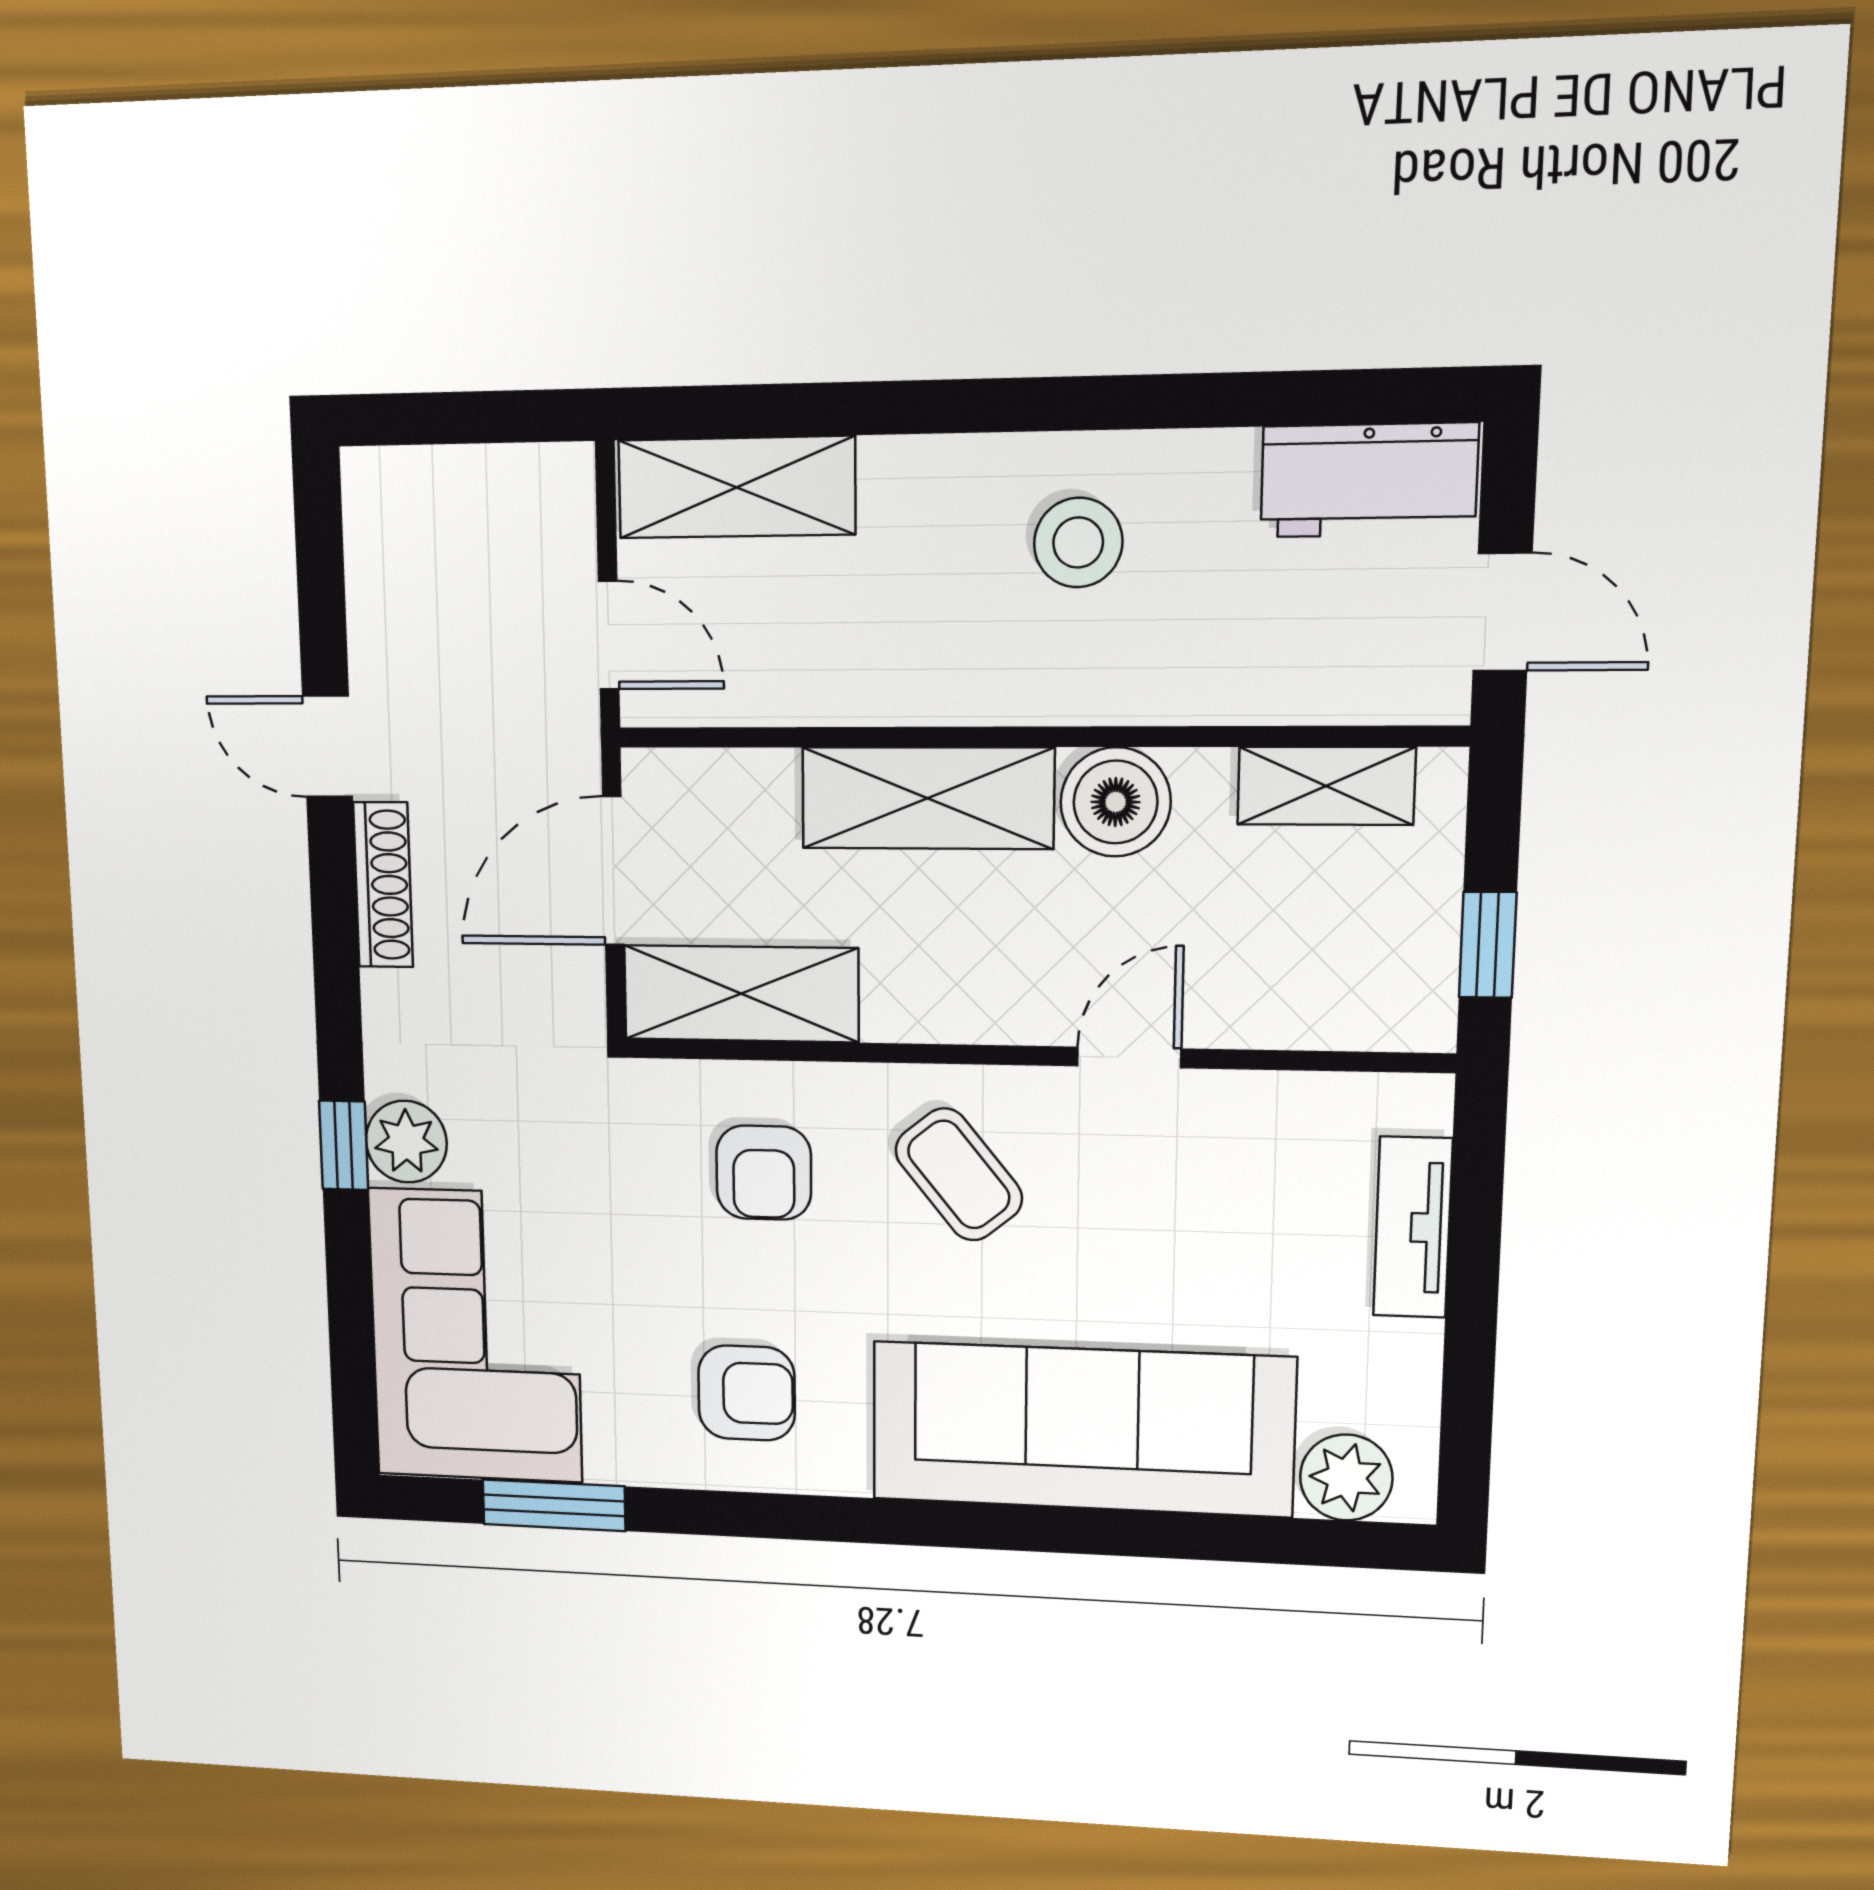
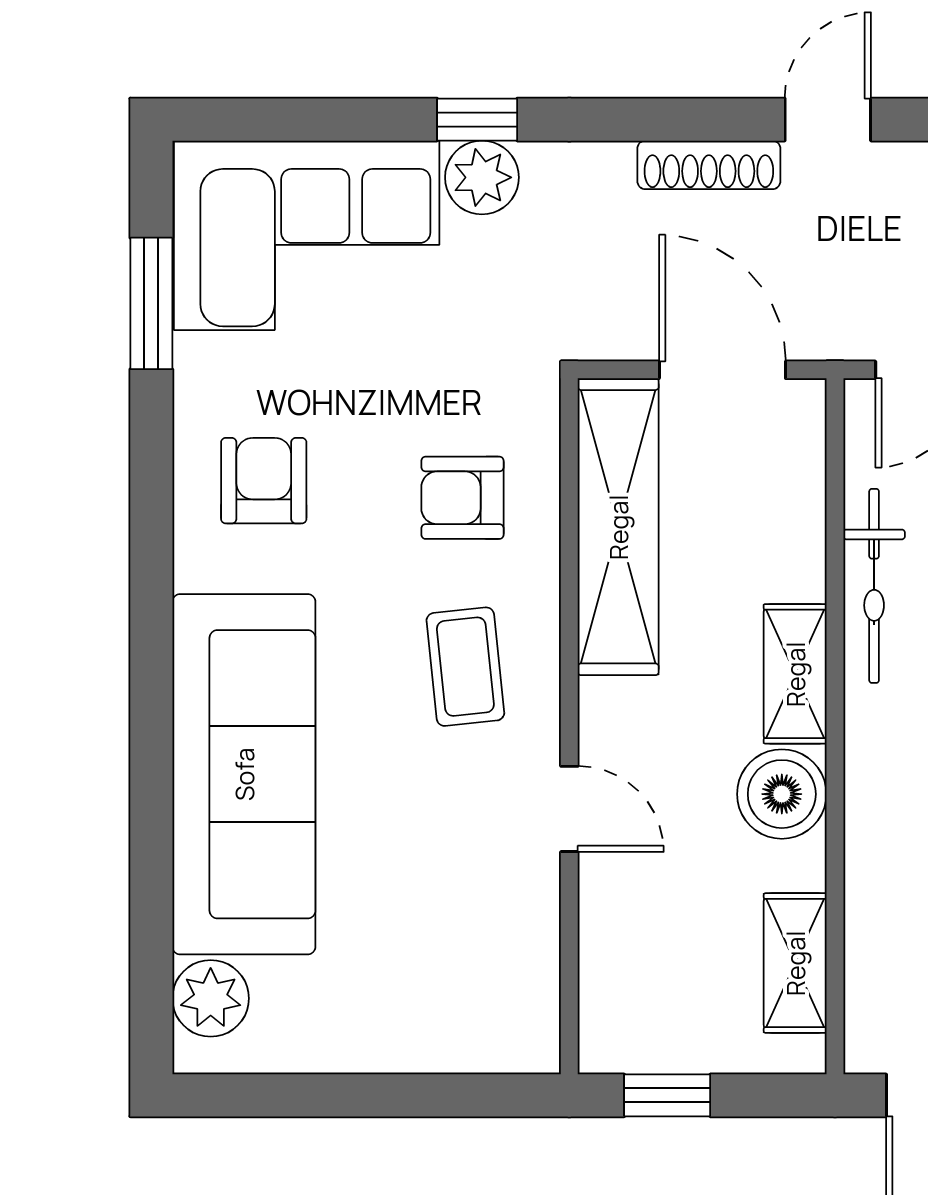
bicycle: (864, 689) -> (874, 586), added
shelving: (928, 798) -> (795, 674), width x0.67, depth x0.75
shelving: (741, 994) -> (618, 527), width x1.47
coffee table: (959, 1174) -> (465, 667), turned -57
tv unit: (1413, 1227) -> (431, 1045), removed
armchair: (747, 1393) -> (264, 481), turned 180

